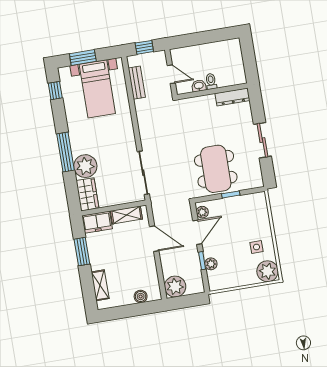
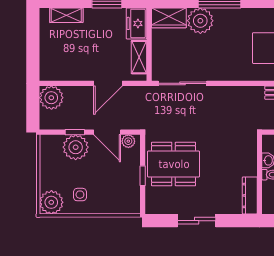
plant: (211, 264) -> (76, 147), width x1.88, depth x1.88
boiler: (141, 296) -> (47, 58), removed

